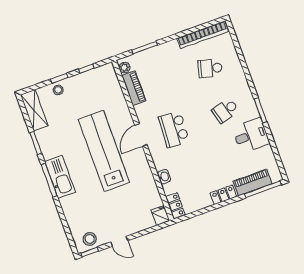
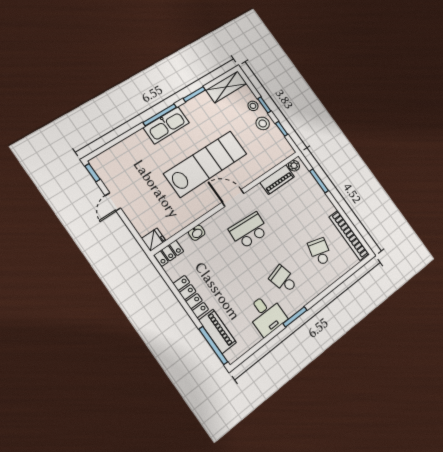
locker: (223, 195) -> (191, 297), width x1.53
stool: (90, 239) -> (263, 123), moved

